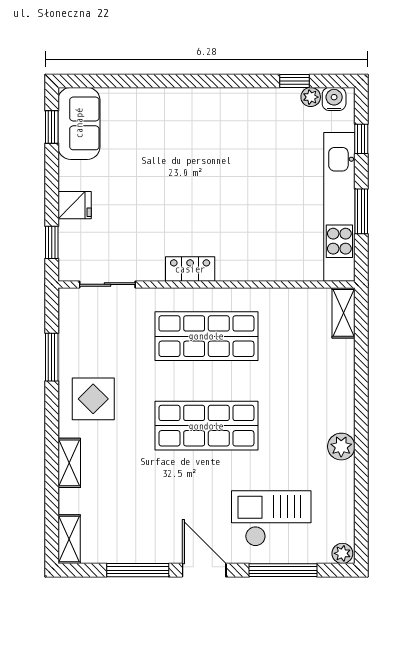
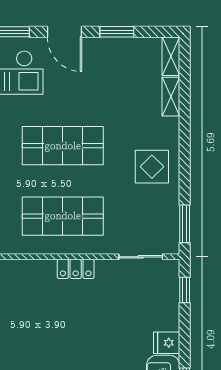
fridge: (75, 205) -> (167, 343), moved
window: (52, 357) -> (185, 224), moved
shelving: (69, 463) -> (171, 97), moved
window: (138, 570) -> (117, 32), width x0.69

